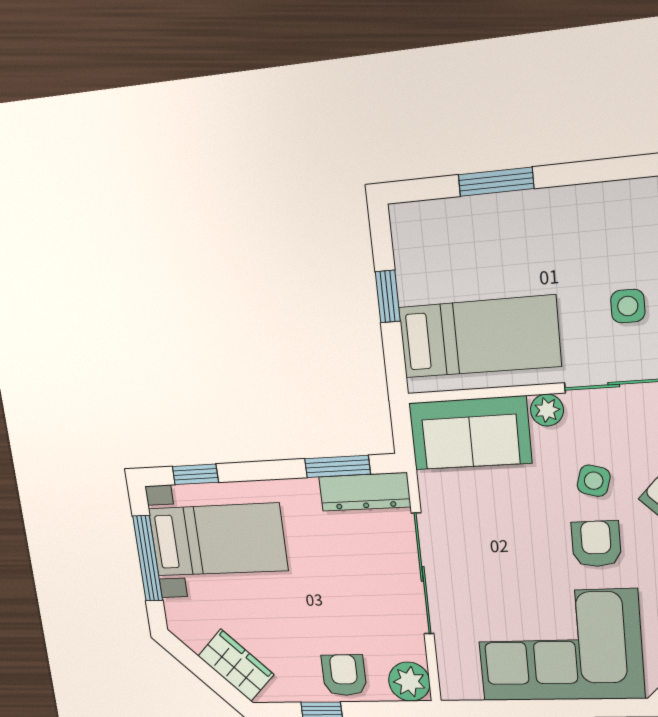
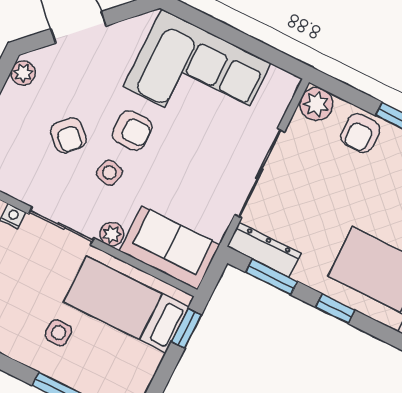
window: (388, 296) -> (186, 329), moved
side table: (628, 306) -> (59, 333), moved
window: (195, 474) -> (335, 309), moved
armchair: (596, 544) -> (132, 131), turned -90

